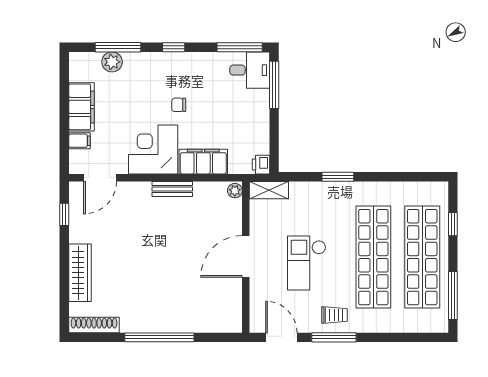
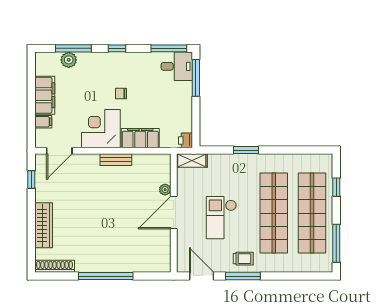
plant: (235, 191) -> (165, 190), moved

